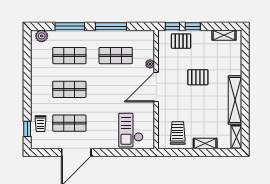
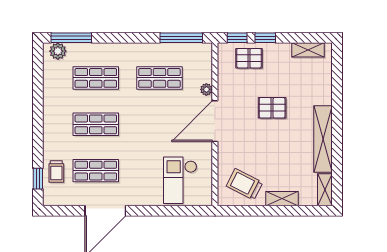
window: (70, 26) -> (71, 38), moved
window: (111, 26) -> (181, 38), moved
trolley: (178, 133) -> (244, 184), turned -63

